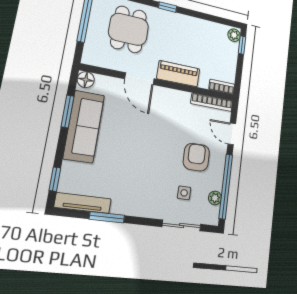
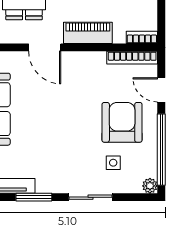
armchair: (196, 157) -> (122, 122), width x1.36, depth x1.36
plant: (215, 198) -> (150, 186), moved
sliding door: (182, 225) -> (90, 197), moved

